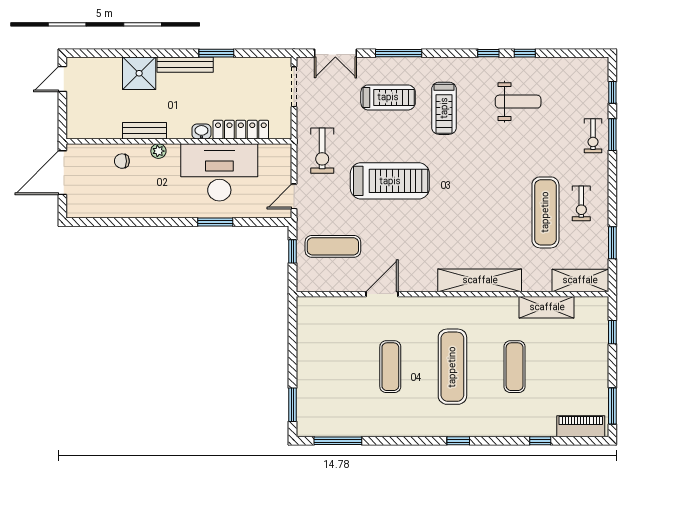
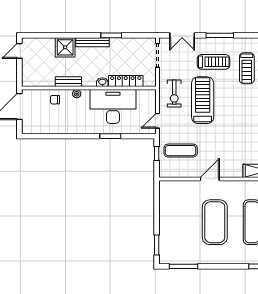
treadmill: (390, 181) -> (203, 100), moved, turned -90
exercise mat: (390, 367) -> (215, 222), width x2.00, depth x1.45

